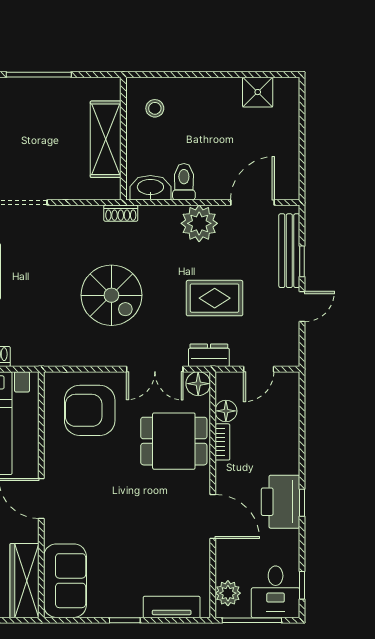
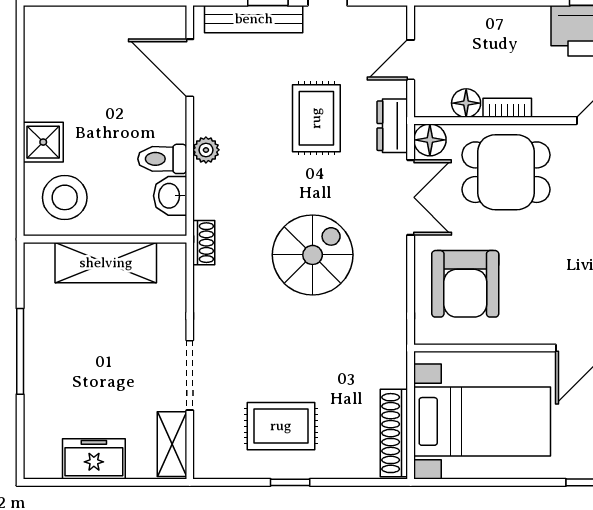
shower: (258, 92) -> (43, 142), moved
stool: (155, 108) -> (65, 197), width x1.89, depth x1.89
washbasin: (150, 188) -> (170, 196), width x0.72
plant: (199, 223) -> (206, 150), width x0.53, depth x0.53
door: (259, 369) -> (411, 60), swing flipped
dining table: (174, 441) -> (506, 172), turned 90

